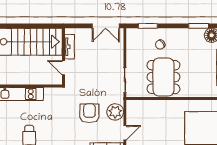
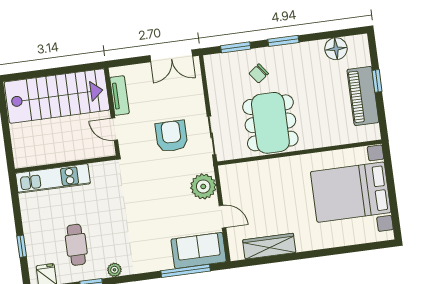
window: (199, 26) -> (283, 41), moved
armchair: (89, 113) -> (171, 136), moved
door: (125, 133) -> (222, 217), hinge flipped

